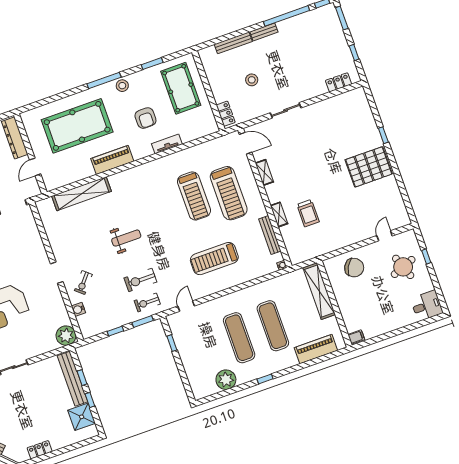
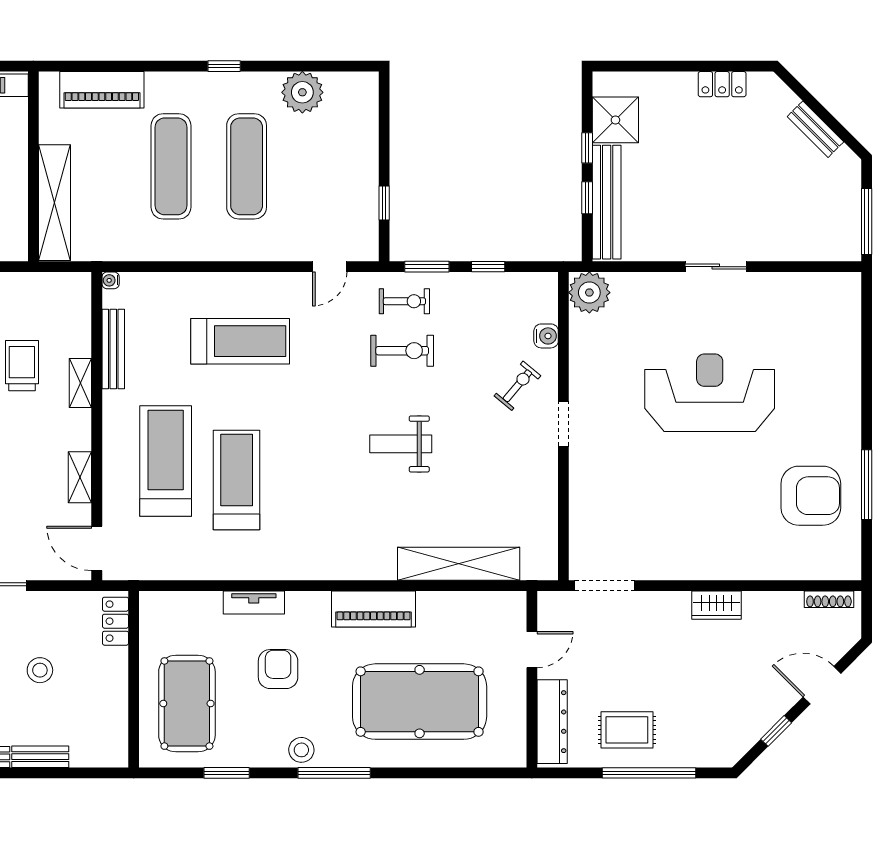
bench: (233, 43) -> (40, 757), width x0.73

